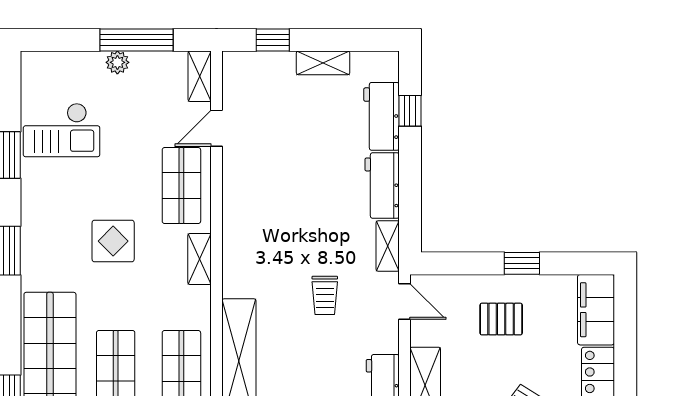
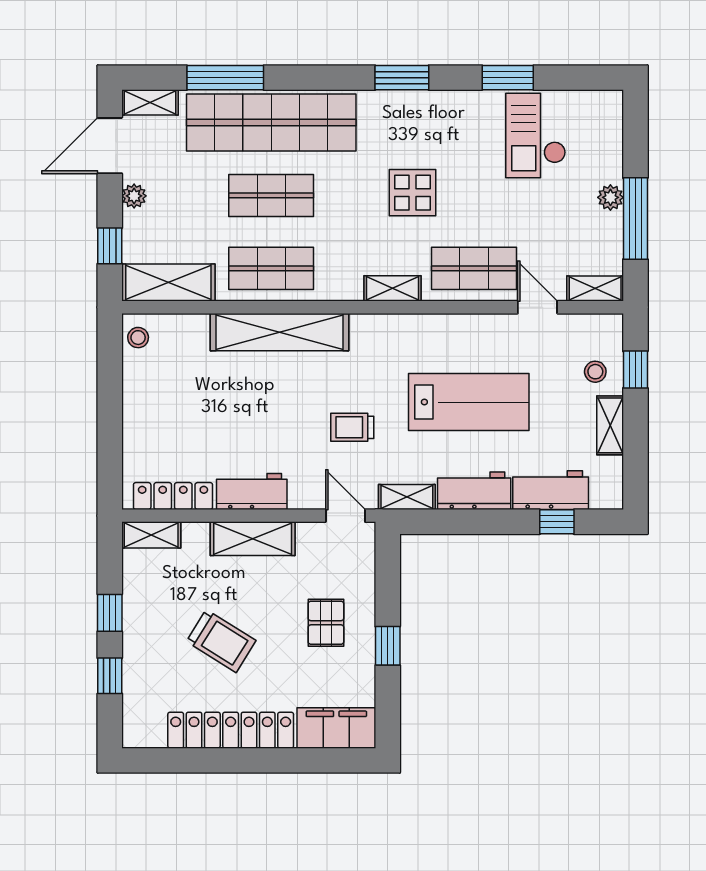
stool: (275, 76) -> (595, 372), added
lab bench: (302, 190) -> (469, 402), added
door: (405, 302) -> (345, 516), swing flipped

